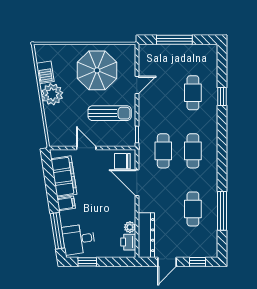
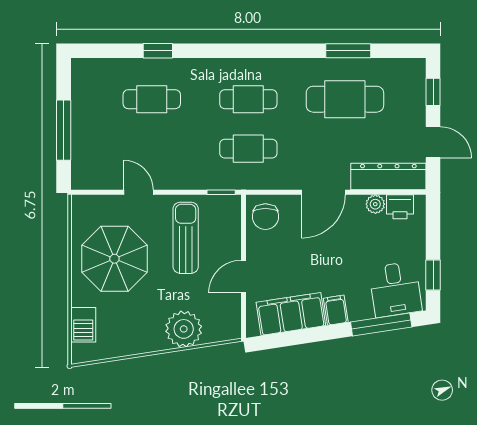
barbecue: (45, 72) -> (83, 325), moved, turned 99
plant: (52, 94) -> (184, 329), moved
door: (137, 183) -> (323, 192), moved
cafe table: (193, 209) -> (345, 99), width x1.37, depth x1.35
window: (222, 211) -> (348, 51), width x0.69

